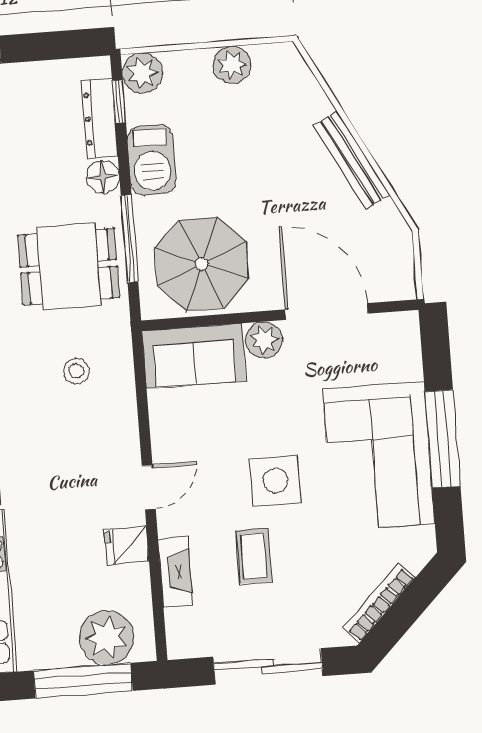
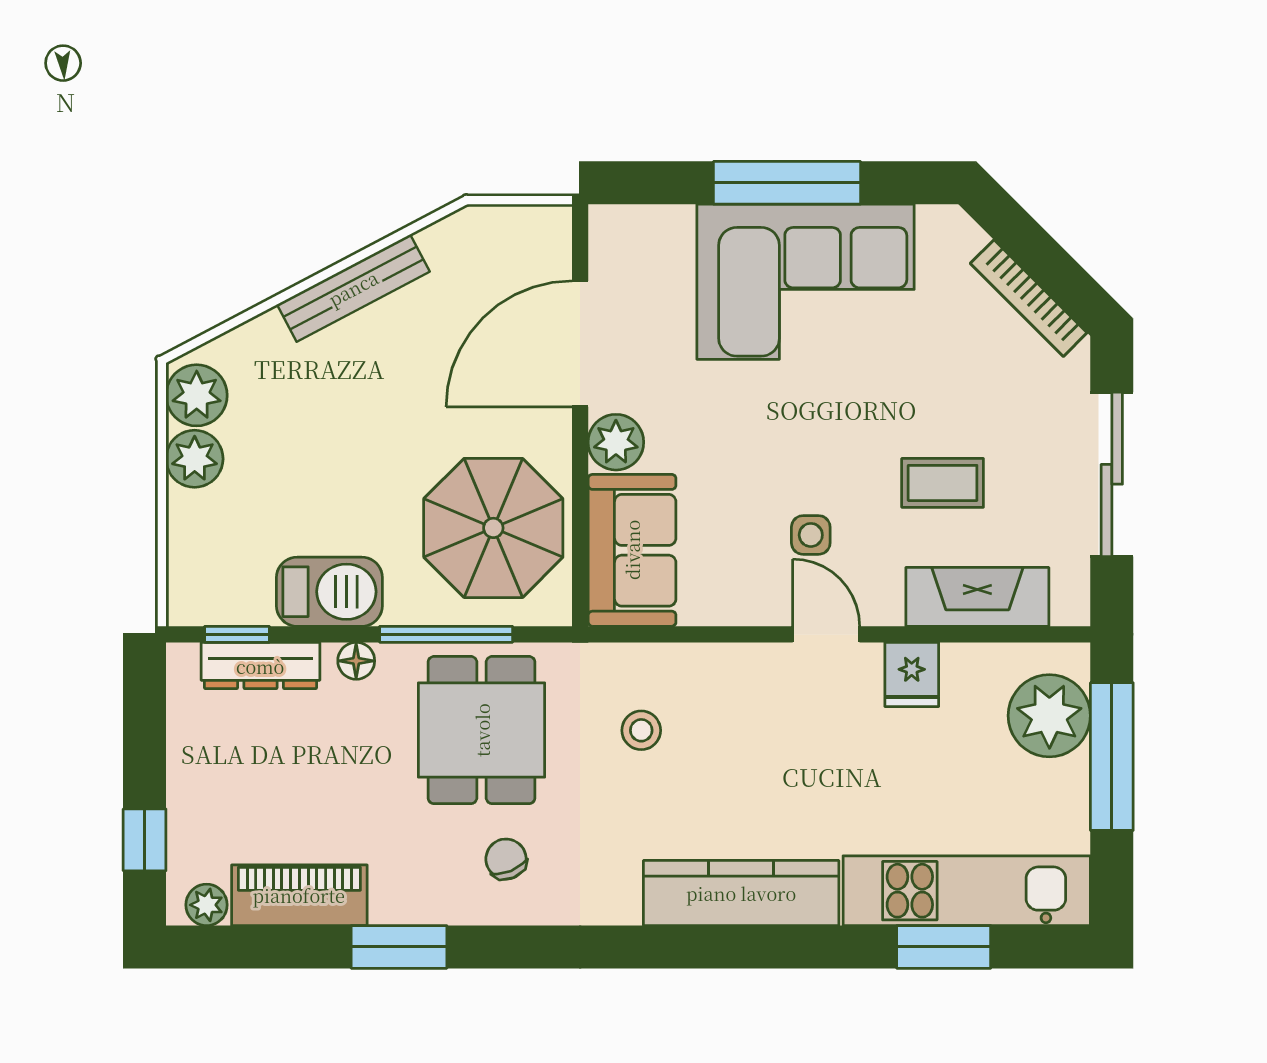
plant: (142, 73) -> (197, 395), moved
floor lamp: (103, 177) -> (356, 661), width x0.73, depth x0.73
side table: (275, 481) -> (811, 535), moved, width x0.54, depth x0.54
fireplace: (175, 572) -> (977, 597), width x1.37, depth x1.32

